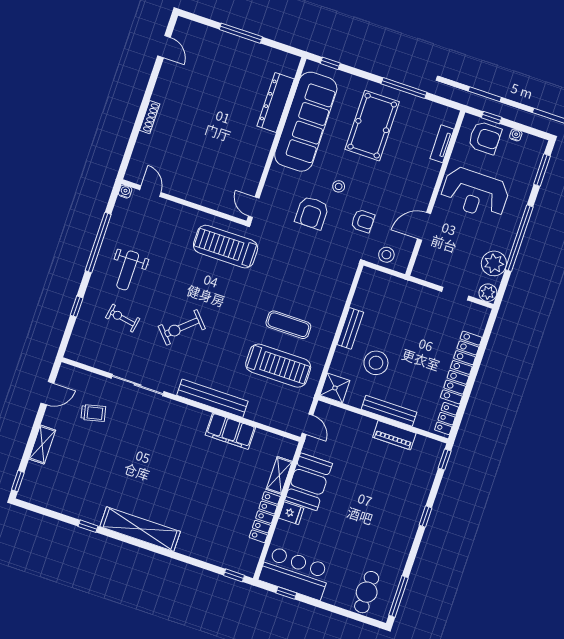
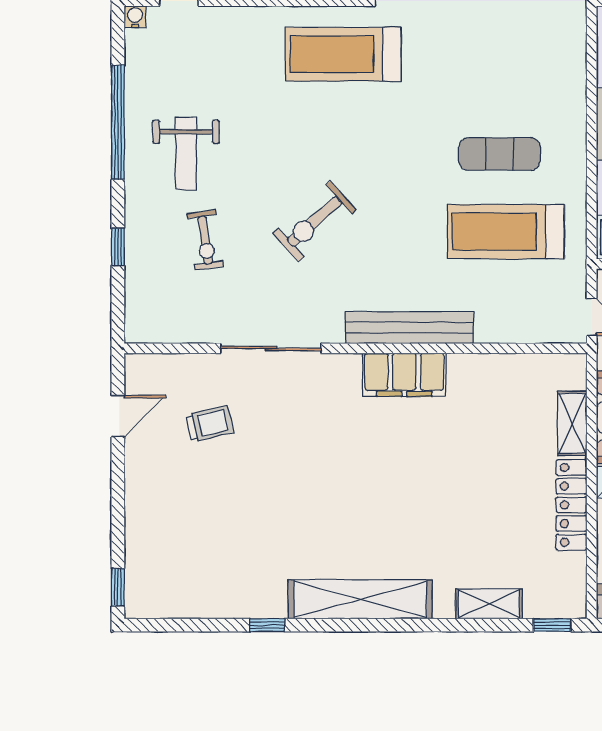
exercise bike: (123, 318) -> (205, 240), turned -108
treadmill: (278, 366) -> (506, 232), turned 180
filing cabinet: (230, 431) -> (404, 375), moved
shelving: (42, 445) -> (489, 604), moved, turned 90

